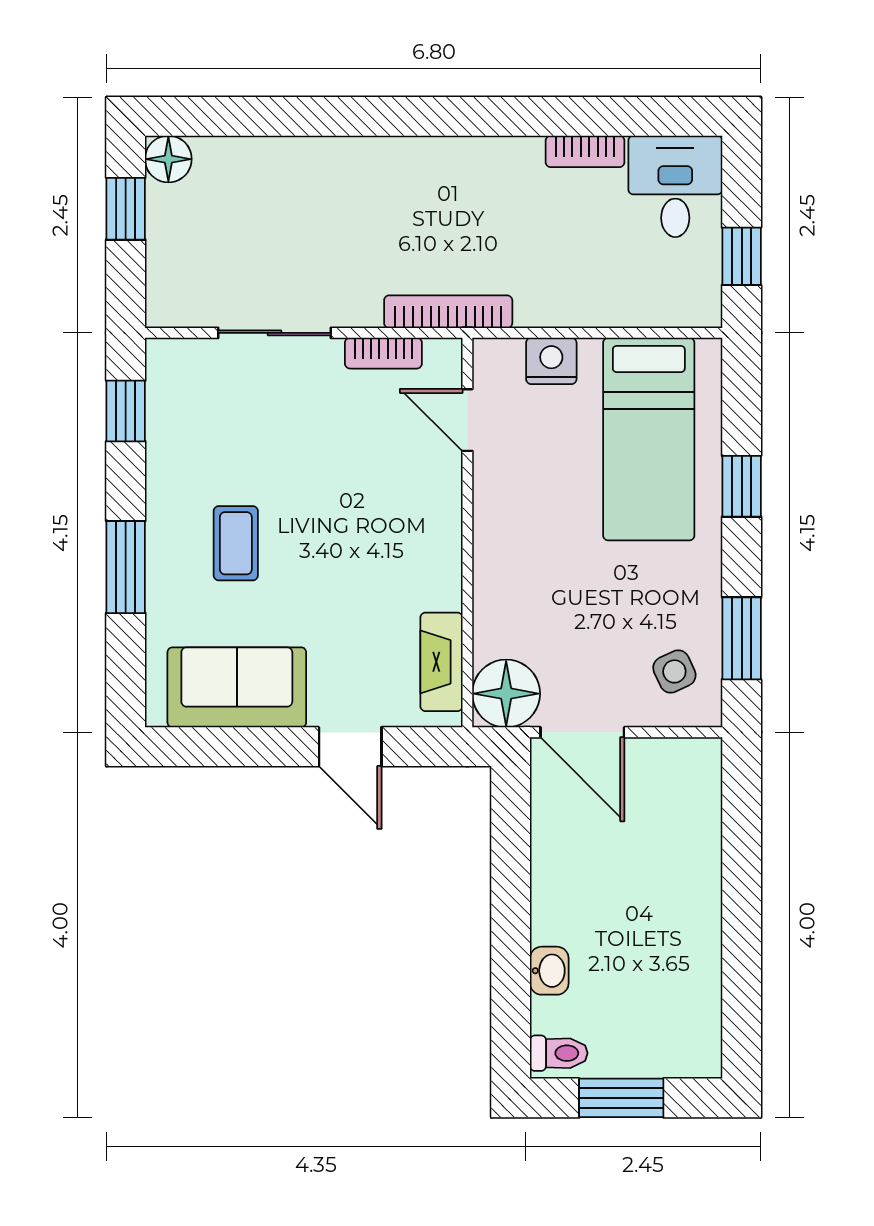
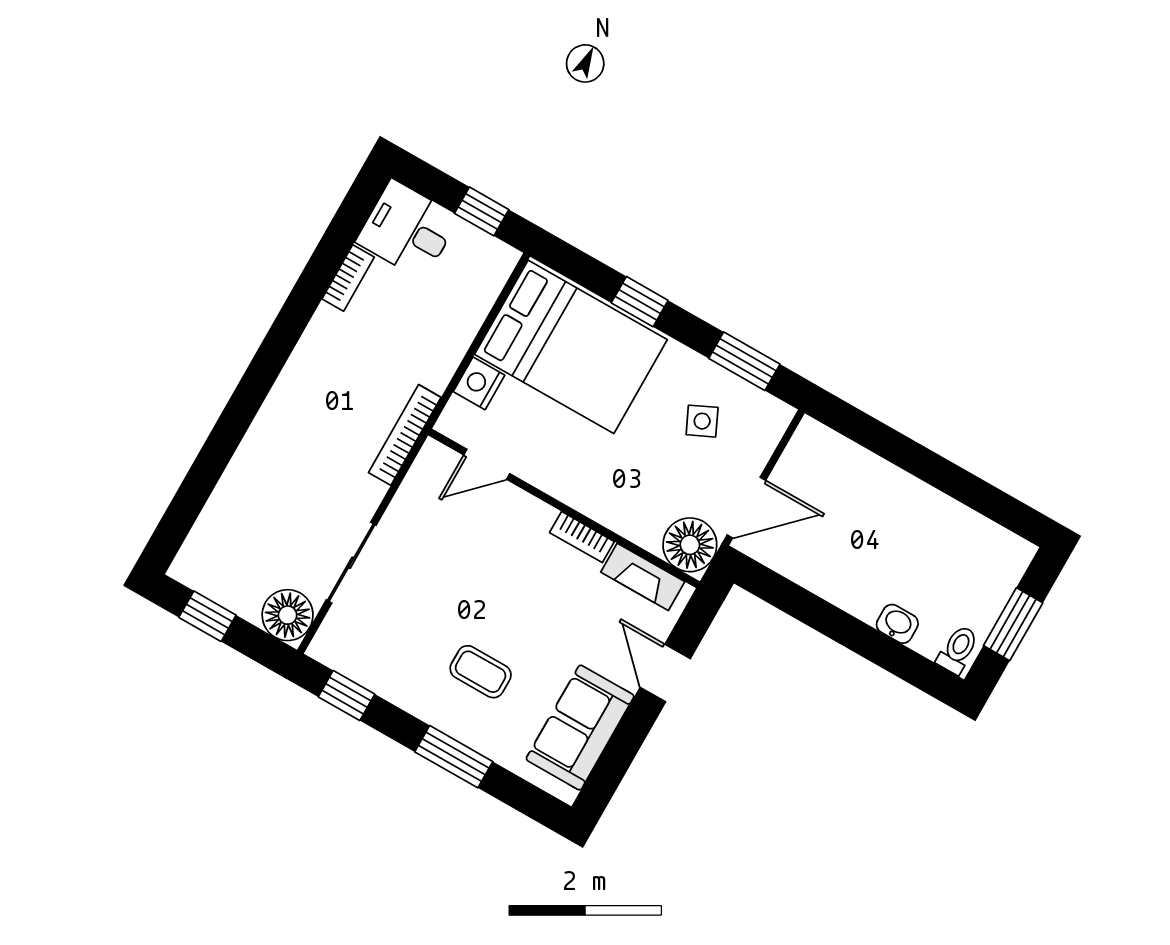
floor lamp: (168, 159) -> (288, 615), moved, width x1.38, depth x1.38
bookcase: (383, 353) -> (582, 537), moved, turned 90
bed: (649, 439) -> (571, 347), width x1.50
side table: (674, 671) -> (702, 421), moved
door: (350, 747) -> (665, 673), swing flipped

